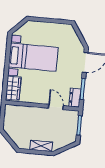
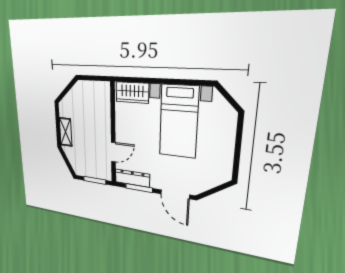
dresser: (75, 98) -> (132, 178), width x1.44

